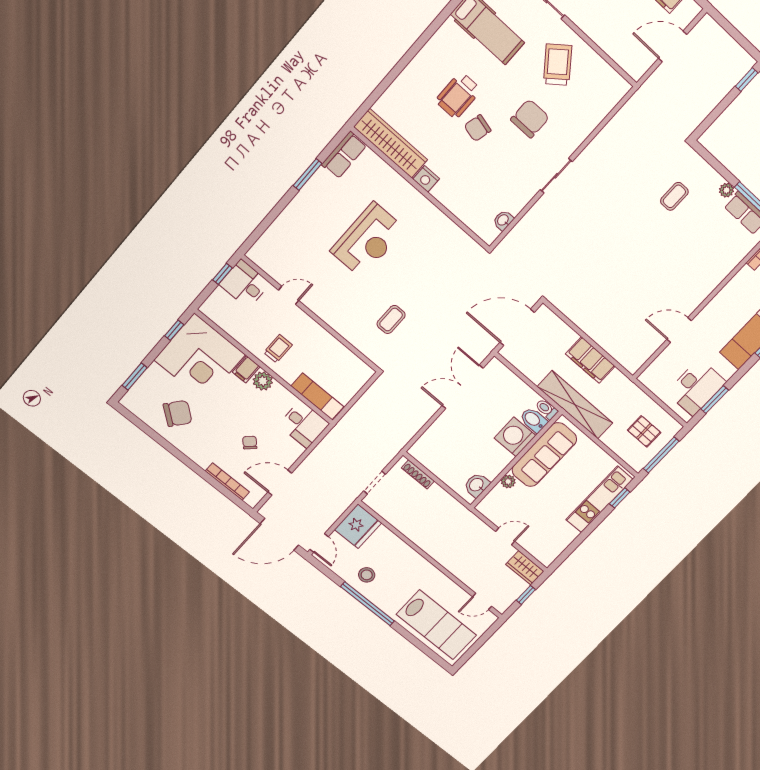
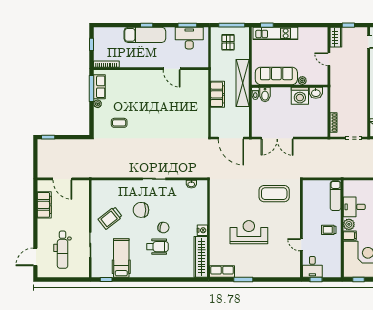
coffee table: (391, 319) -> (274, 194), width x1.86, depth x1.72
desk: (304, 424) -> (354, 207), moved, turned -90
washing machine: (515, 437) -> (300, 96), moved

